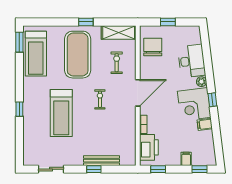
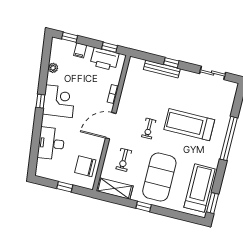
chair: (153, 47) -> (85, 166), turned 90
plant: (202, 82) -> (53, 68), moved
window: (19, 109) -> (229, 138), width x3.17
treadmill: (61, 113) -> (189, 125), turned -90
filing cabinet: (205, 124) -> (54, 79), removed
printer: (149, 147) -> (105, 59), moved, turned -90

